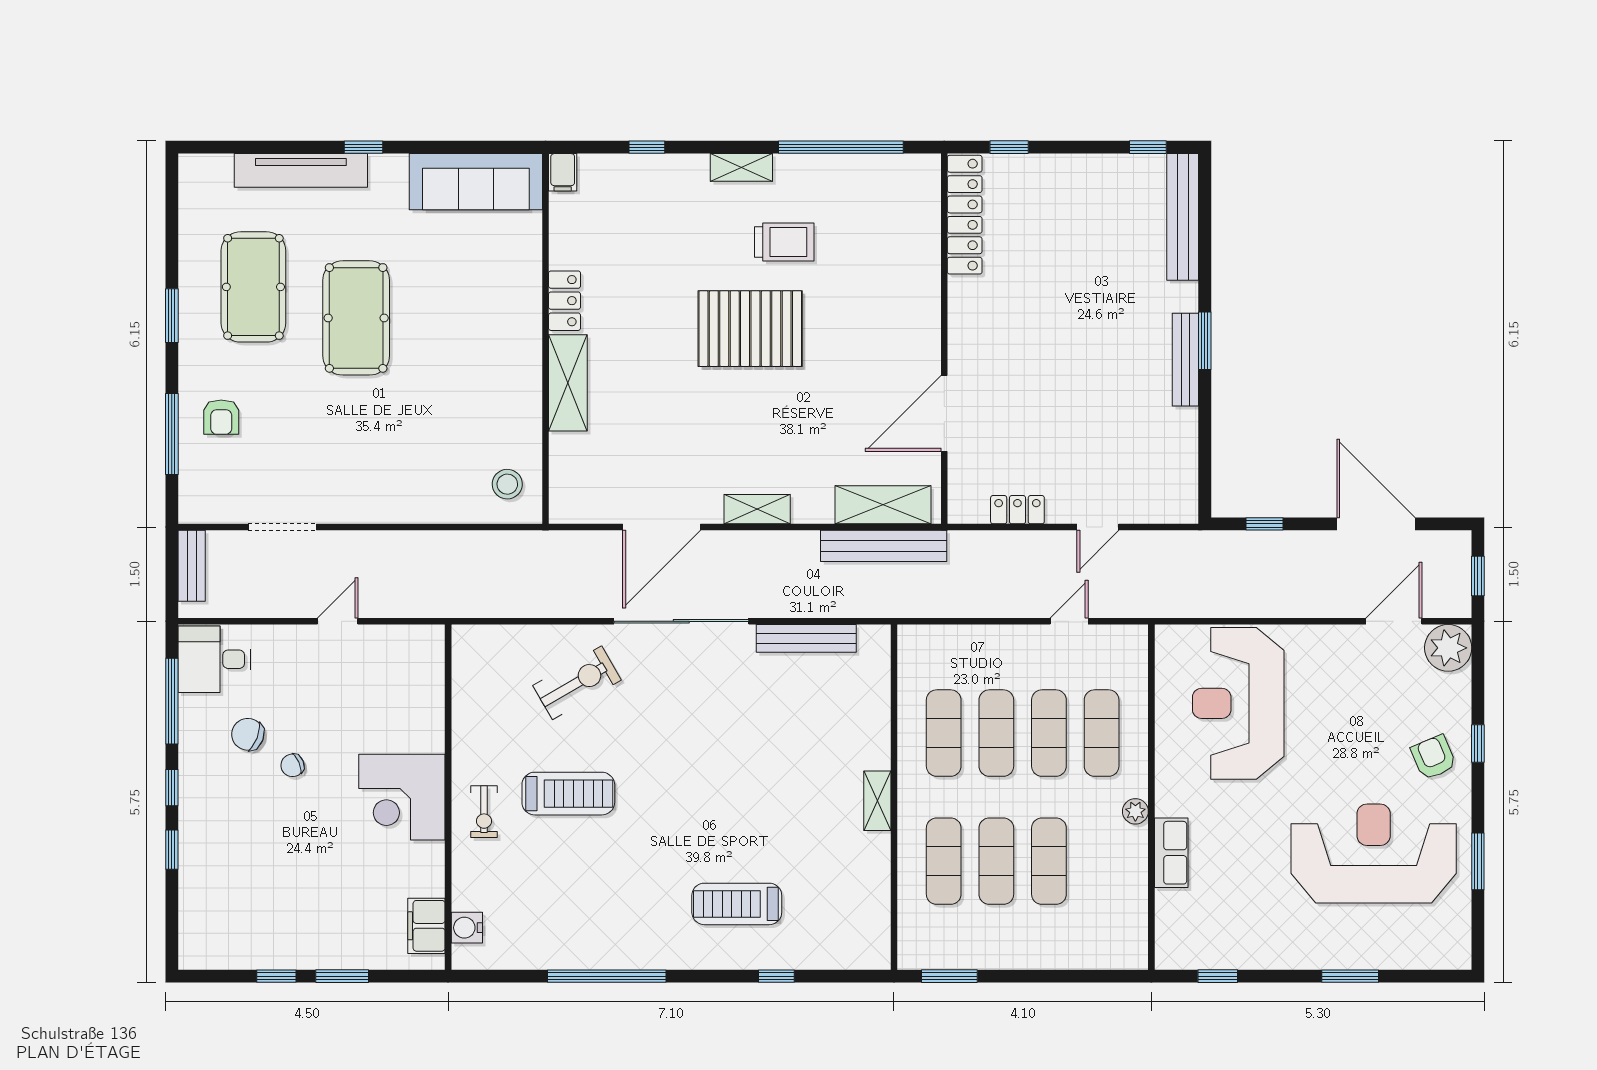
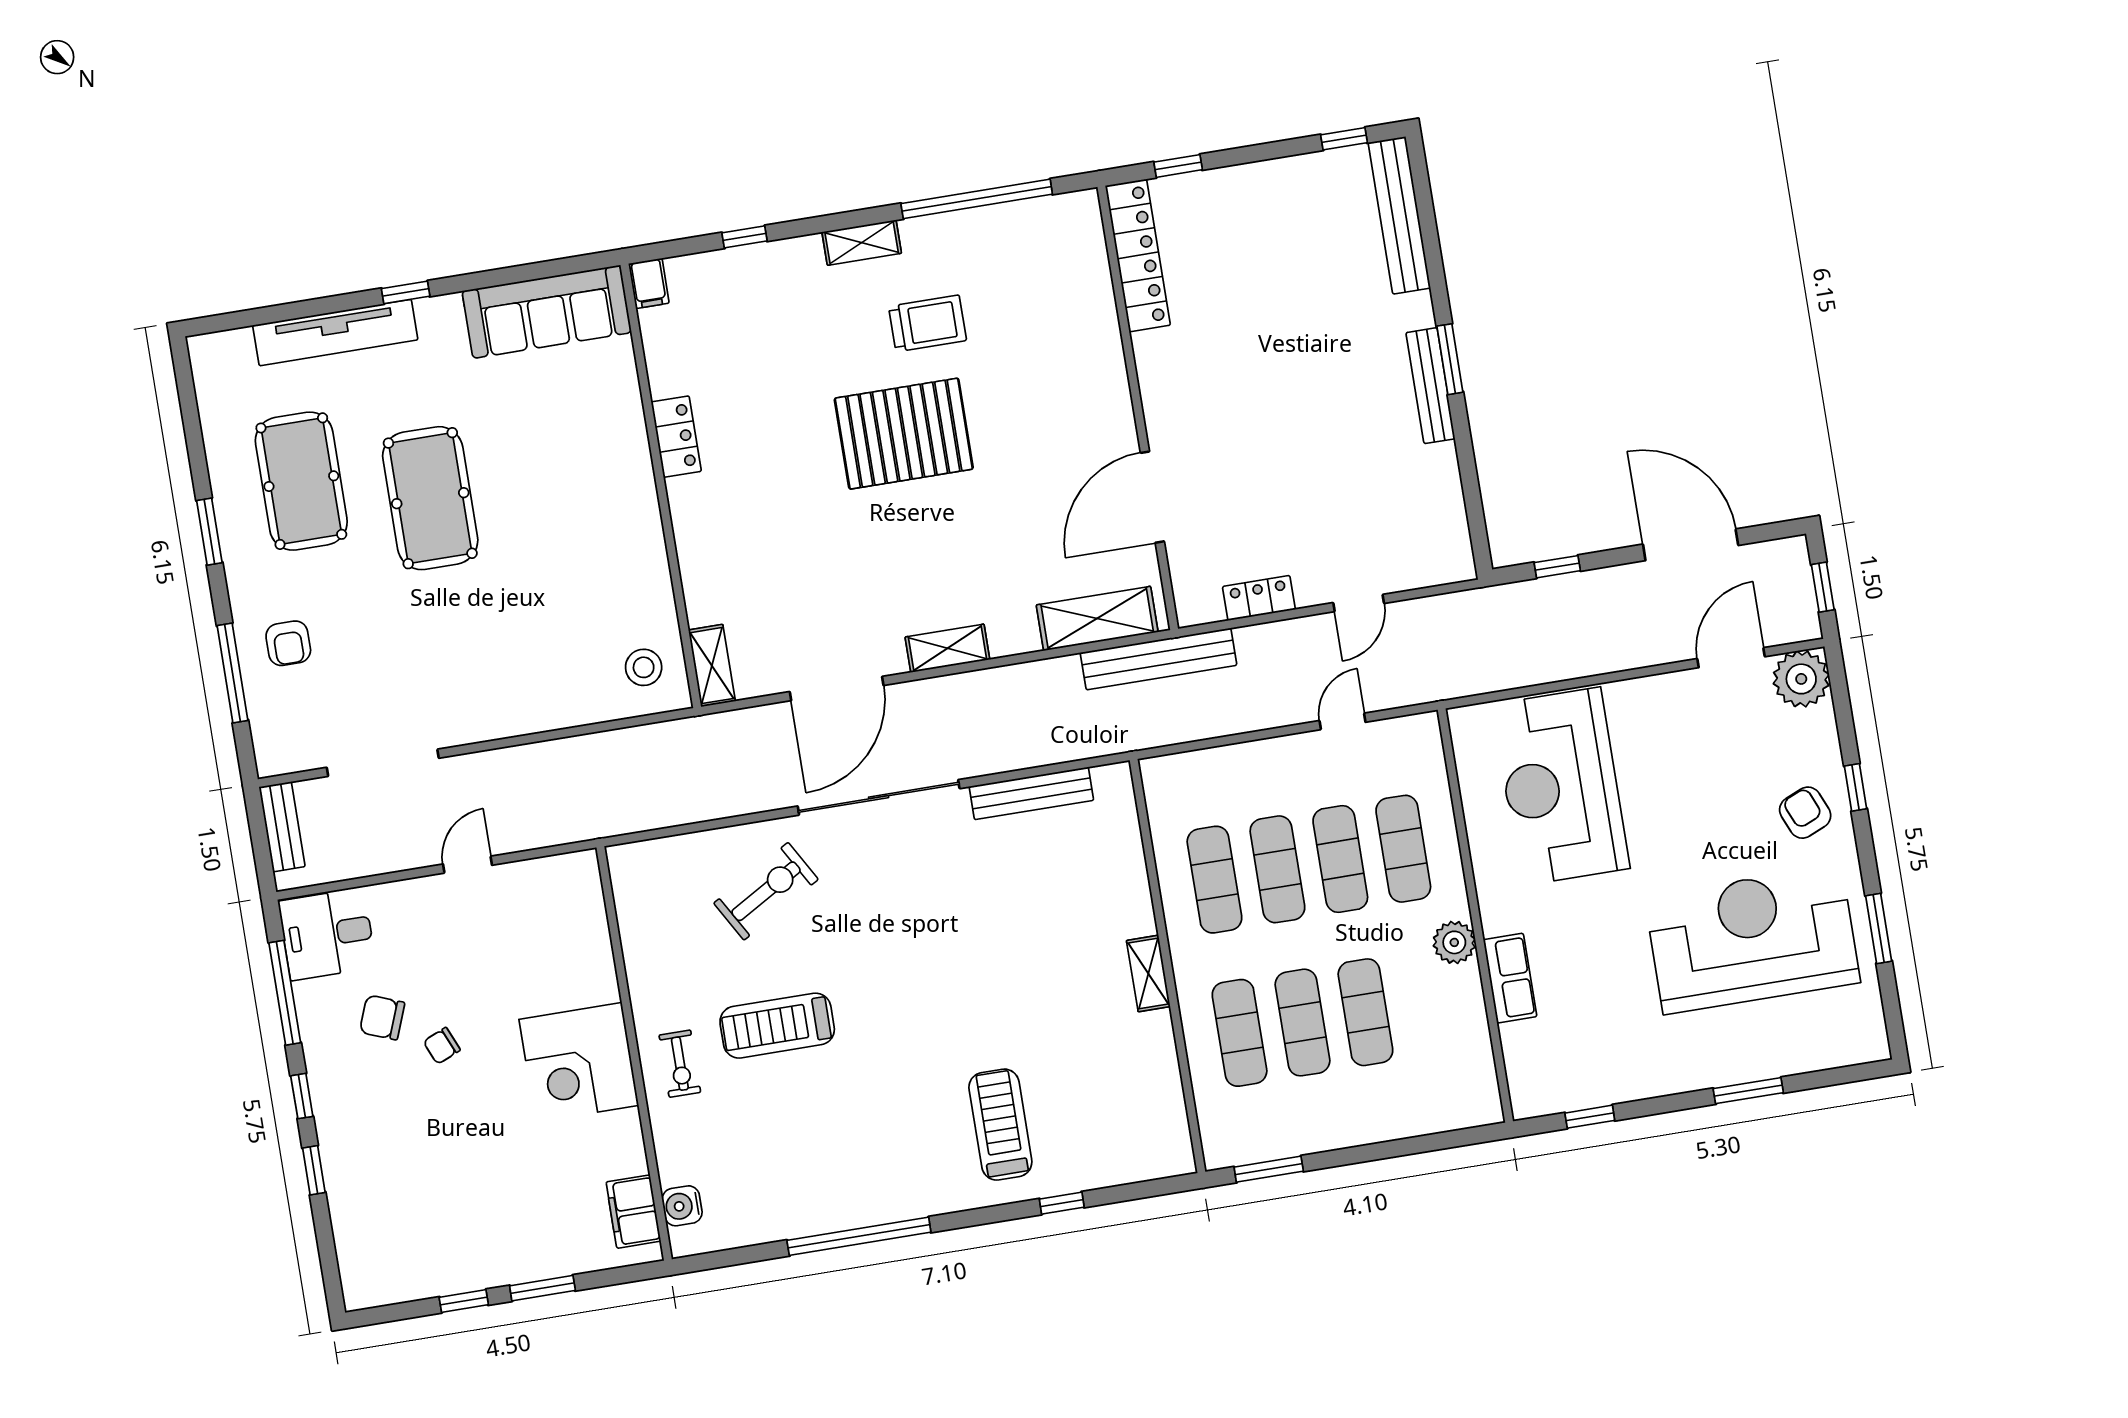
shelving: (568, 383) -> (712, 666), moved, width x0.67, depth x0.75
doorway: (282, 527) -> (383, 763), width x1.36
bench: (884, 546) -> (1158, 659), moved
treadmill: (568, 794) -> (777, 1026), turned 180
plant: (1135, 811) -> (1454, 942), width x1.38, depth x1.38
treadmill: (737, 904) -> (1000, 1125), turned 90

